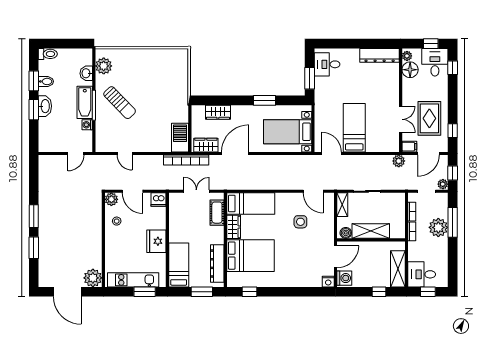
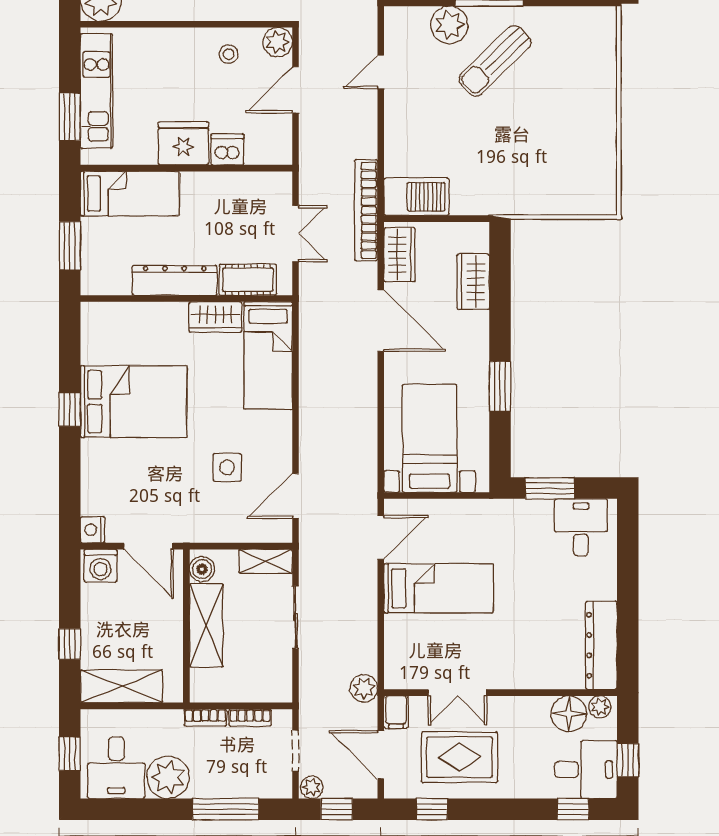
plant: (104, 66) -> (449, 25), moved
dishwasher: (159, 200) -> (227, 149), moved, turned 90
plant: (438, 227) -> (168, 777), moved
bed: (250, 256) -> (134, 402), moved, turned -90
dresser: (217, 264) -> (175, 280), moved
desk: (422, 274) -> (116, 768), moved, turned 180
window: (250, 292) -> (70, 409), moved

